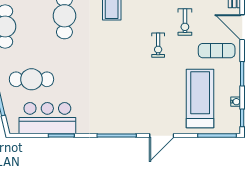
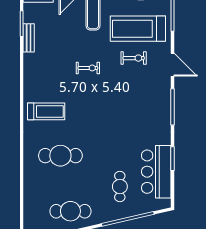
exercise bike: (185, 22) -> (134, 58), moved
cafe table: (31, 79) -> (120, 187), width x0.73, depth x0.74

